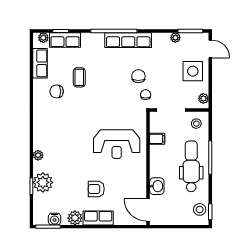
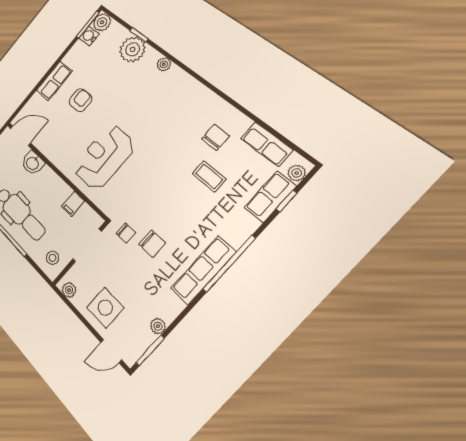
plant: (75, 218) -> (102, 22), moved

